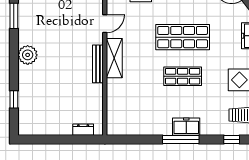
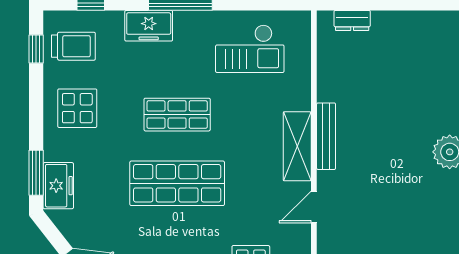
checkout: (141, 114) -> (250, 49), added
freezer: (186, 127) -> (149, 26), moved

